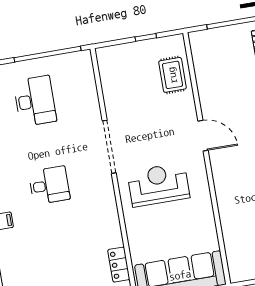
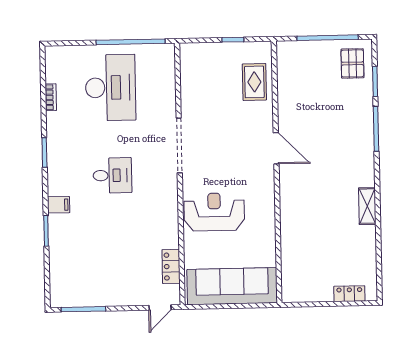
desk: (35, 101) -> (111, 88), width x1.36, depth x1.30
reception desk: (158, 185) -> (214, 212), moved

